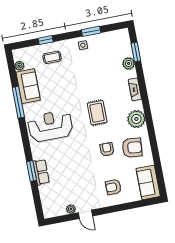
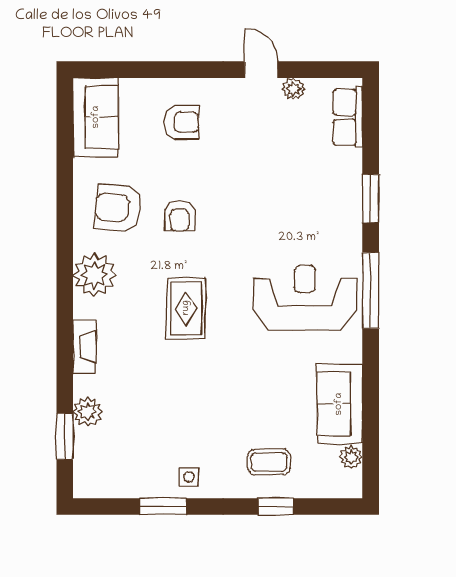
window: (18, 102) -> (371, 291), moved
reception desk: (50, 126) -> (305, 298), turned 180
row of seats: (41, 172) -> (348, 117), moved

